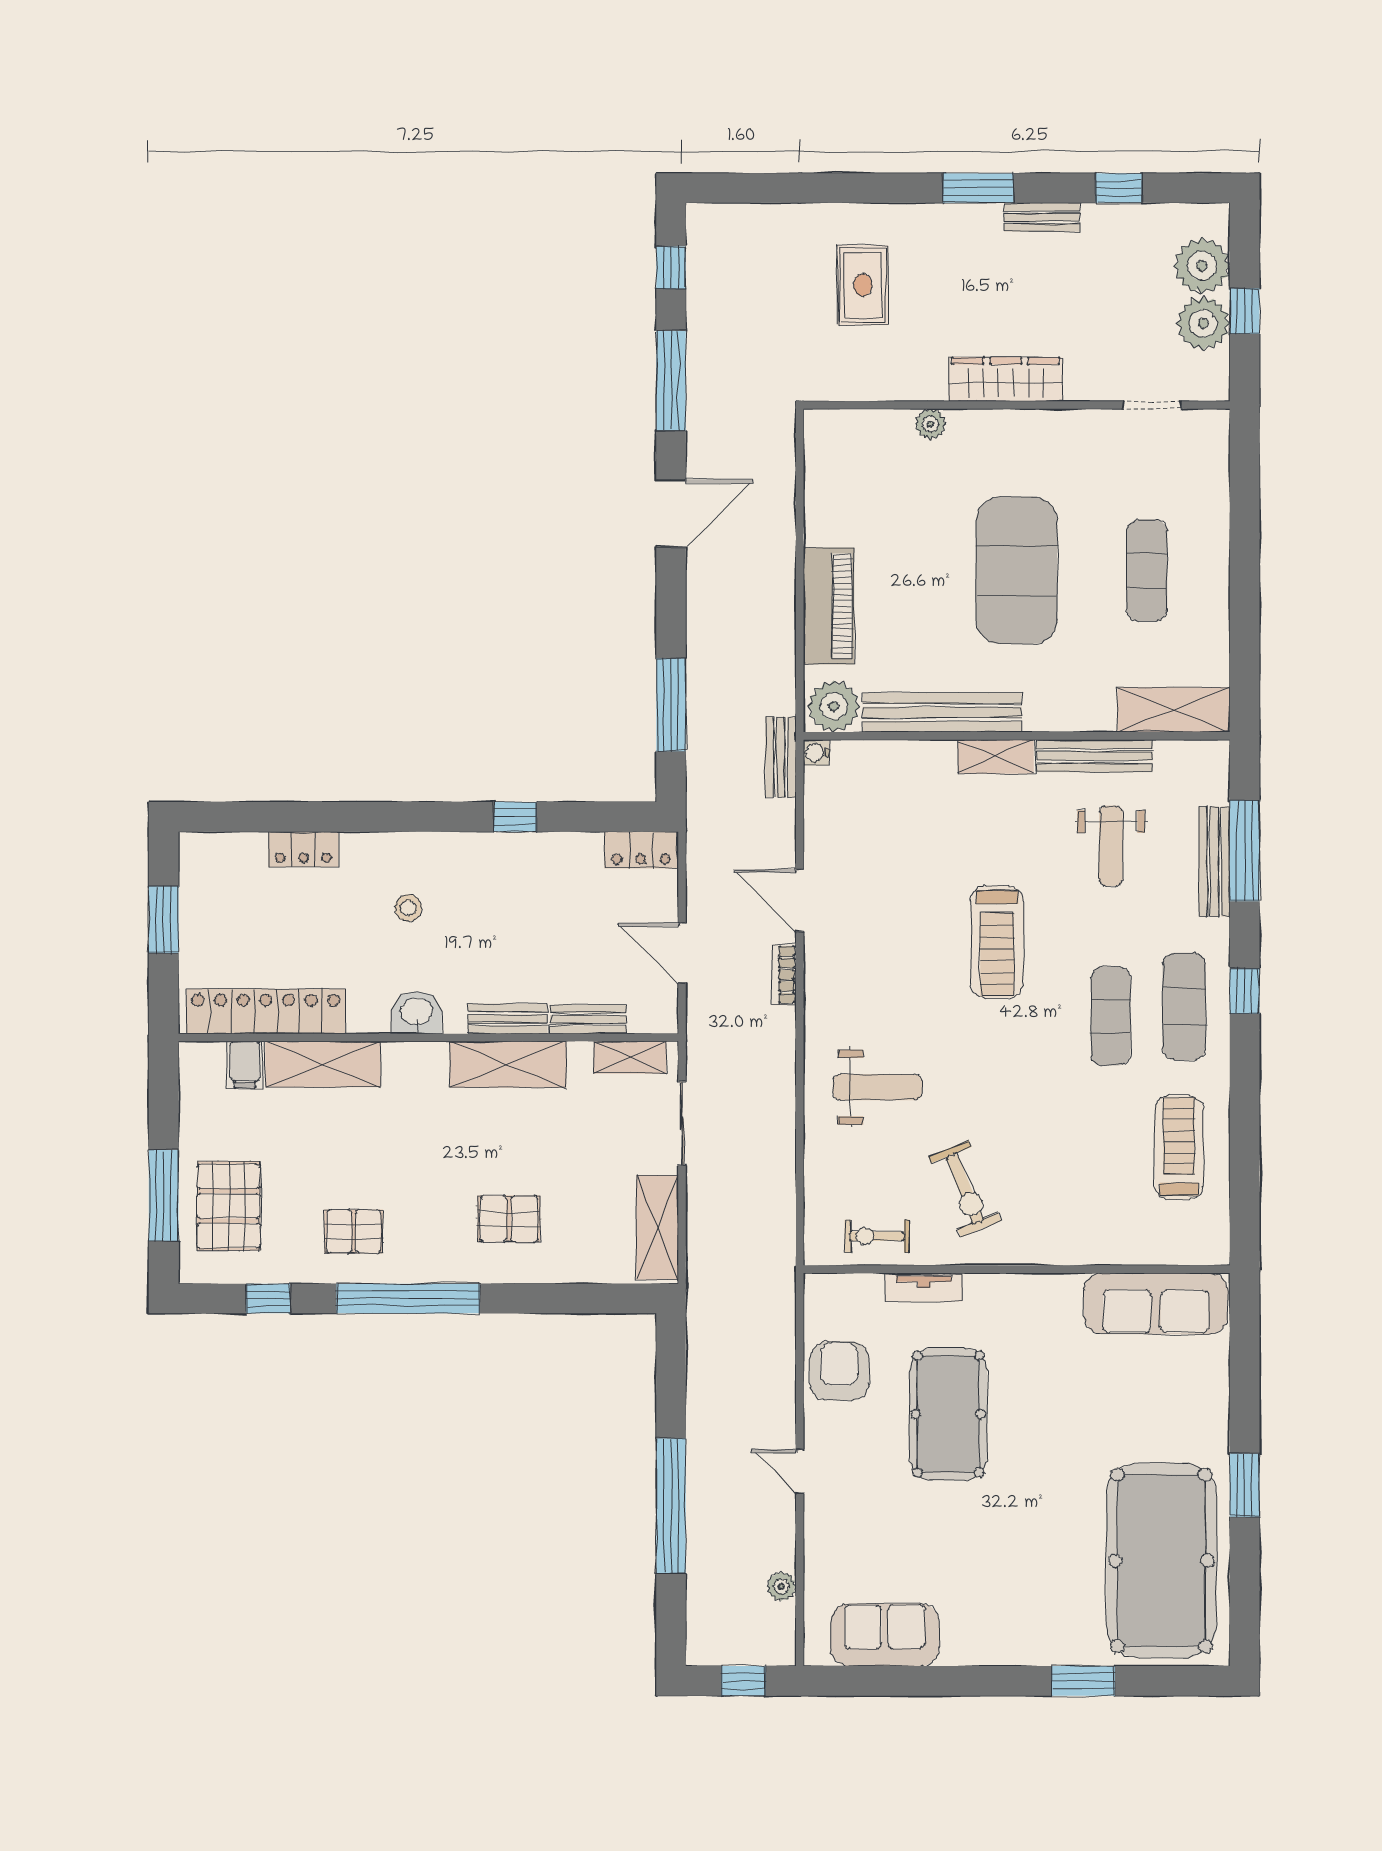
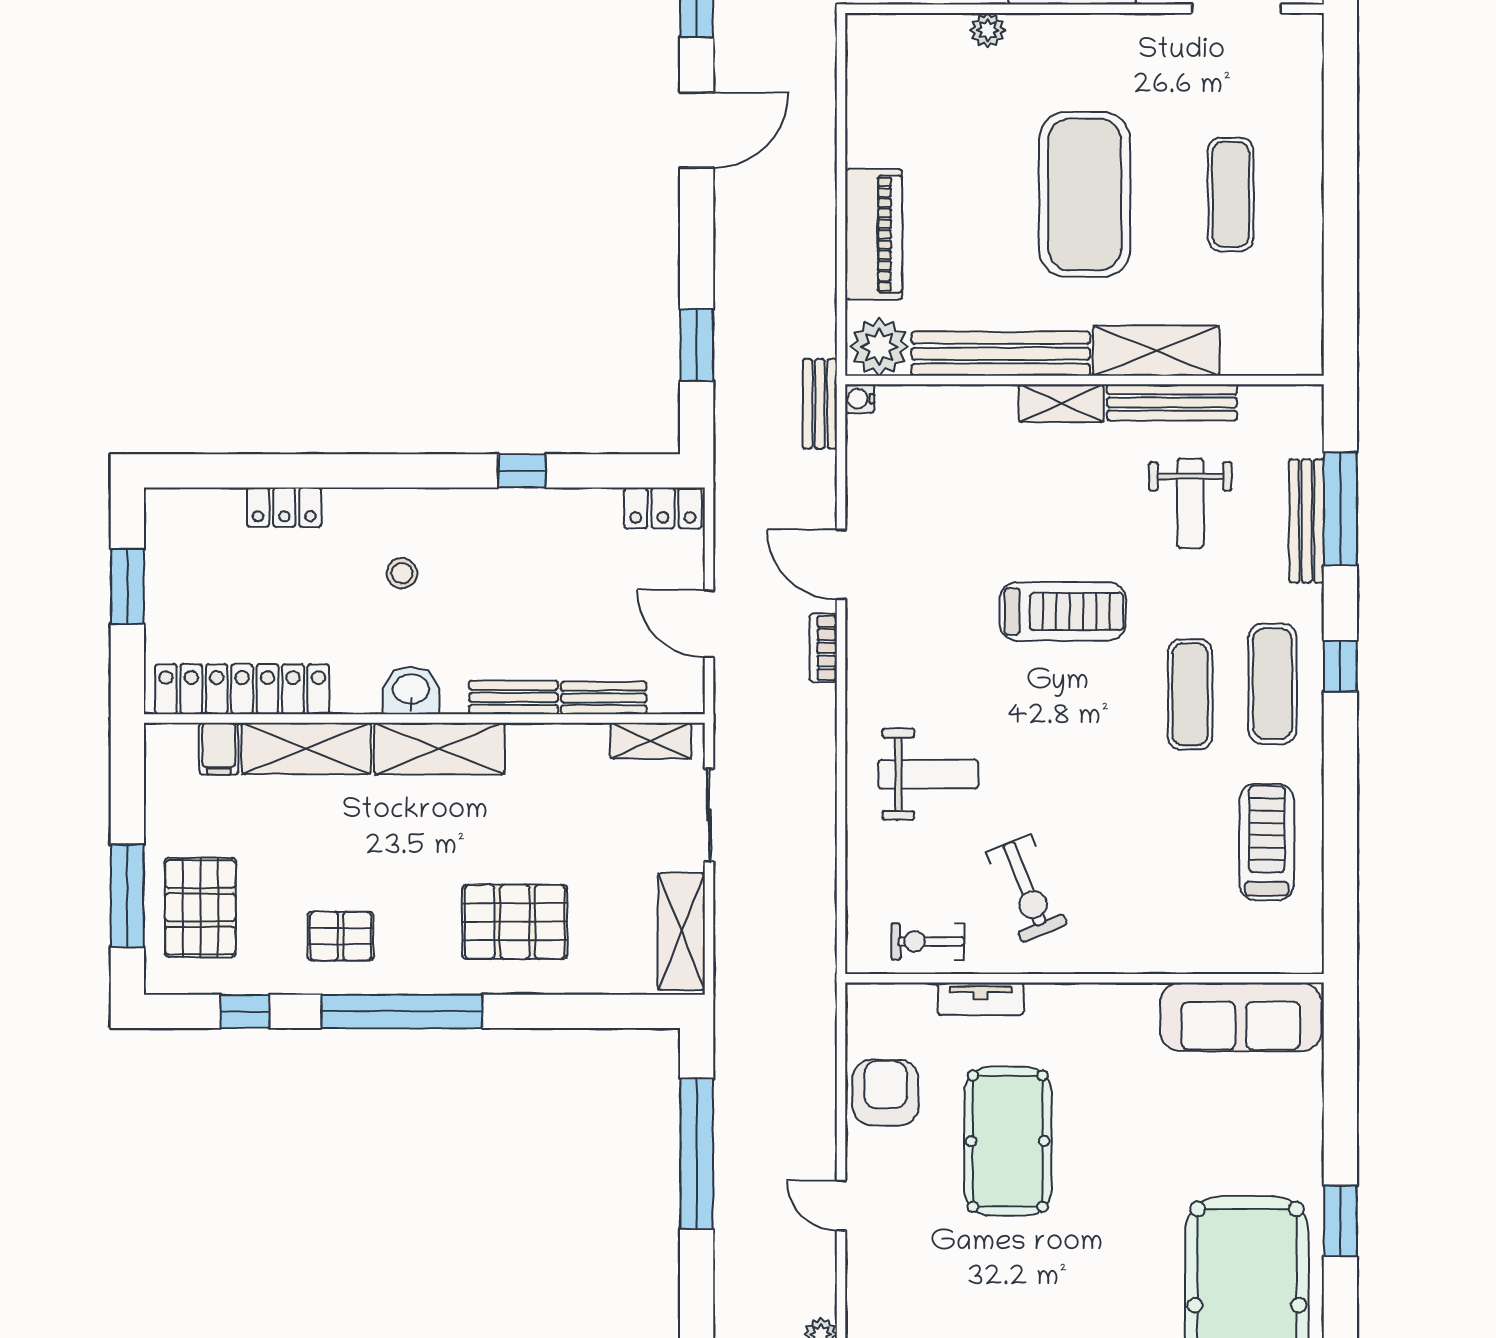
doorway: (1152, 405) -> (1237, 9), width x1.38
window: (671, 705) -> (697, 345), width x0.69
shelving: (1174, 710) -> (1156, 351), moved
treadmill: (997, 942) -> (1063, 611), turned -90
shelving: (508, 1064) -> (439, 749), moved
pallet: (509, 1219) -> (515, 922), width x1.50, depth x1.42
window: (671, 1506) -> (697, 1154), moved

